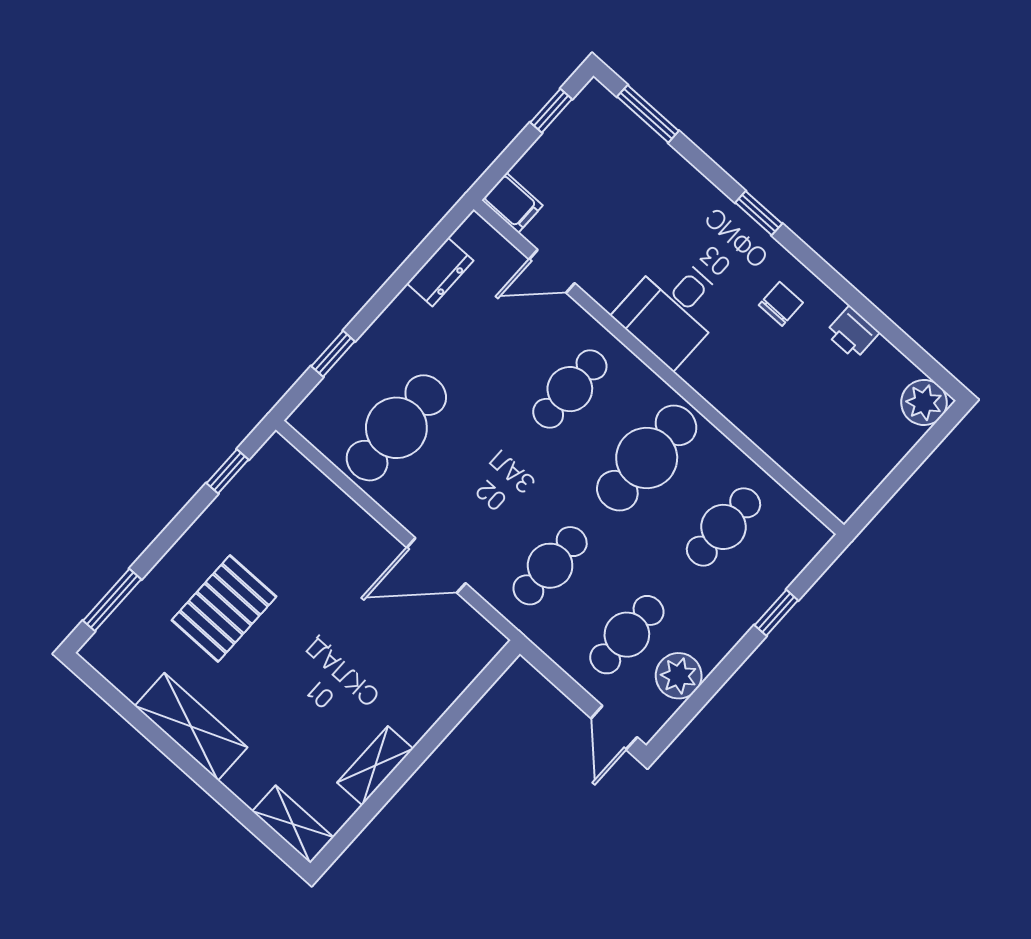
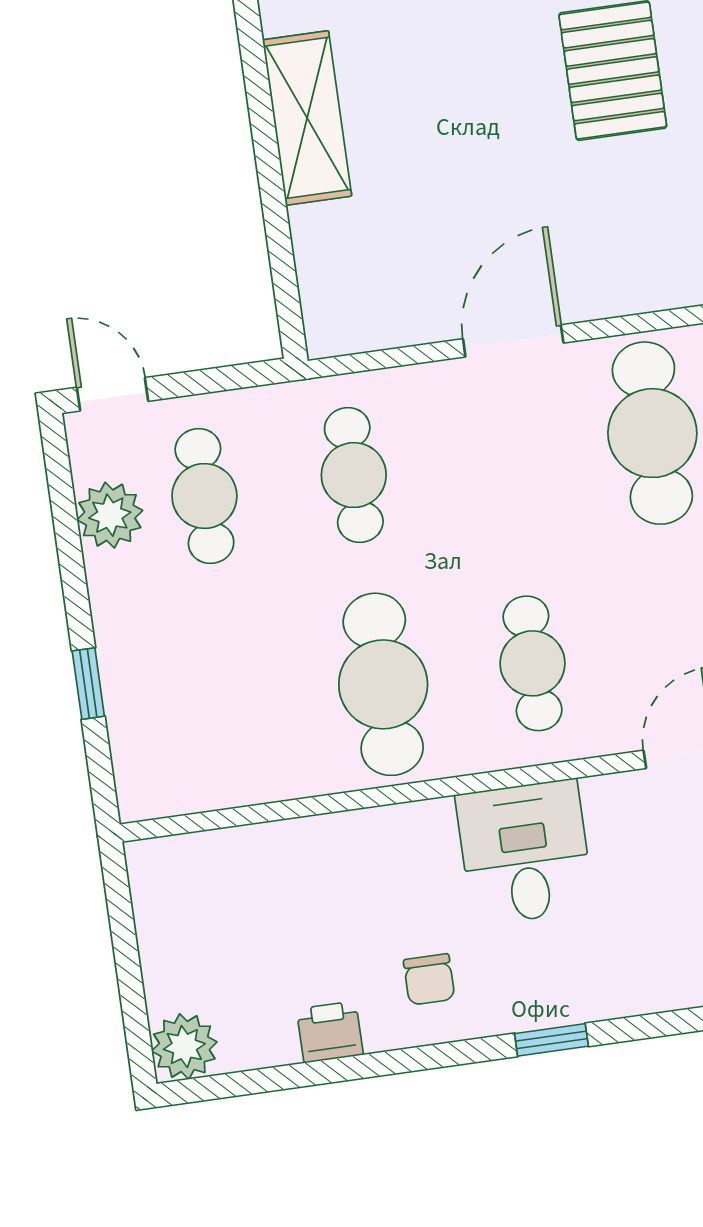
cafe table: (723, 527) -> (234, 705), removed
door: (436, 565) -> (513, 341), moved
shelving: (375, 766) -> (307, 118), width x1.50, depth x1.33

